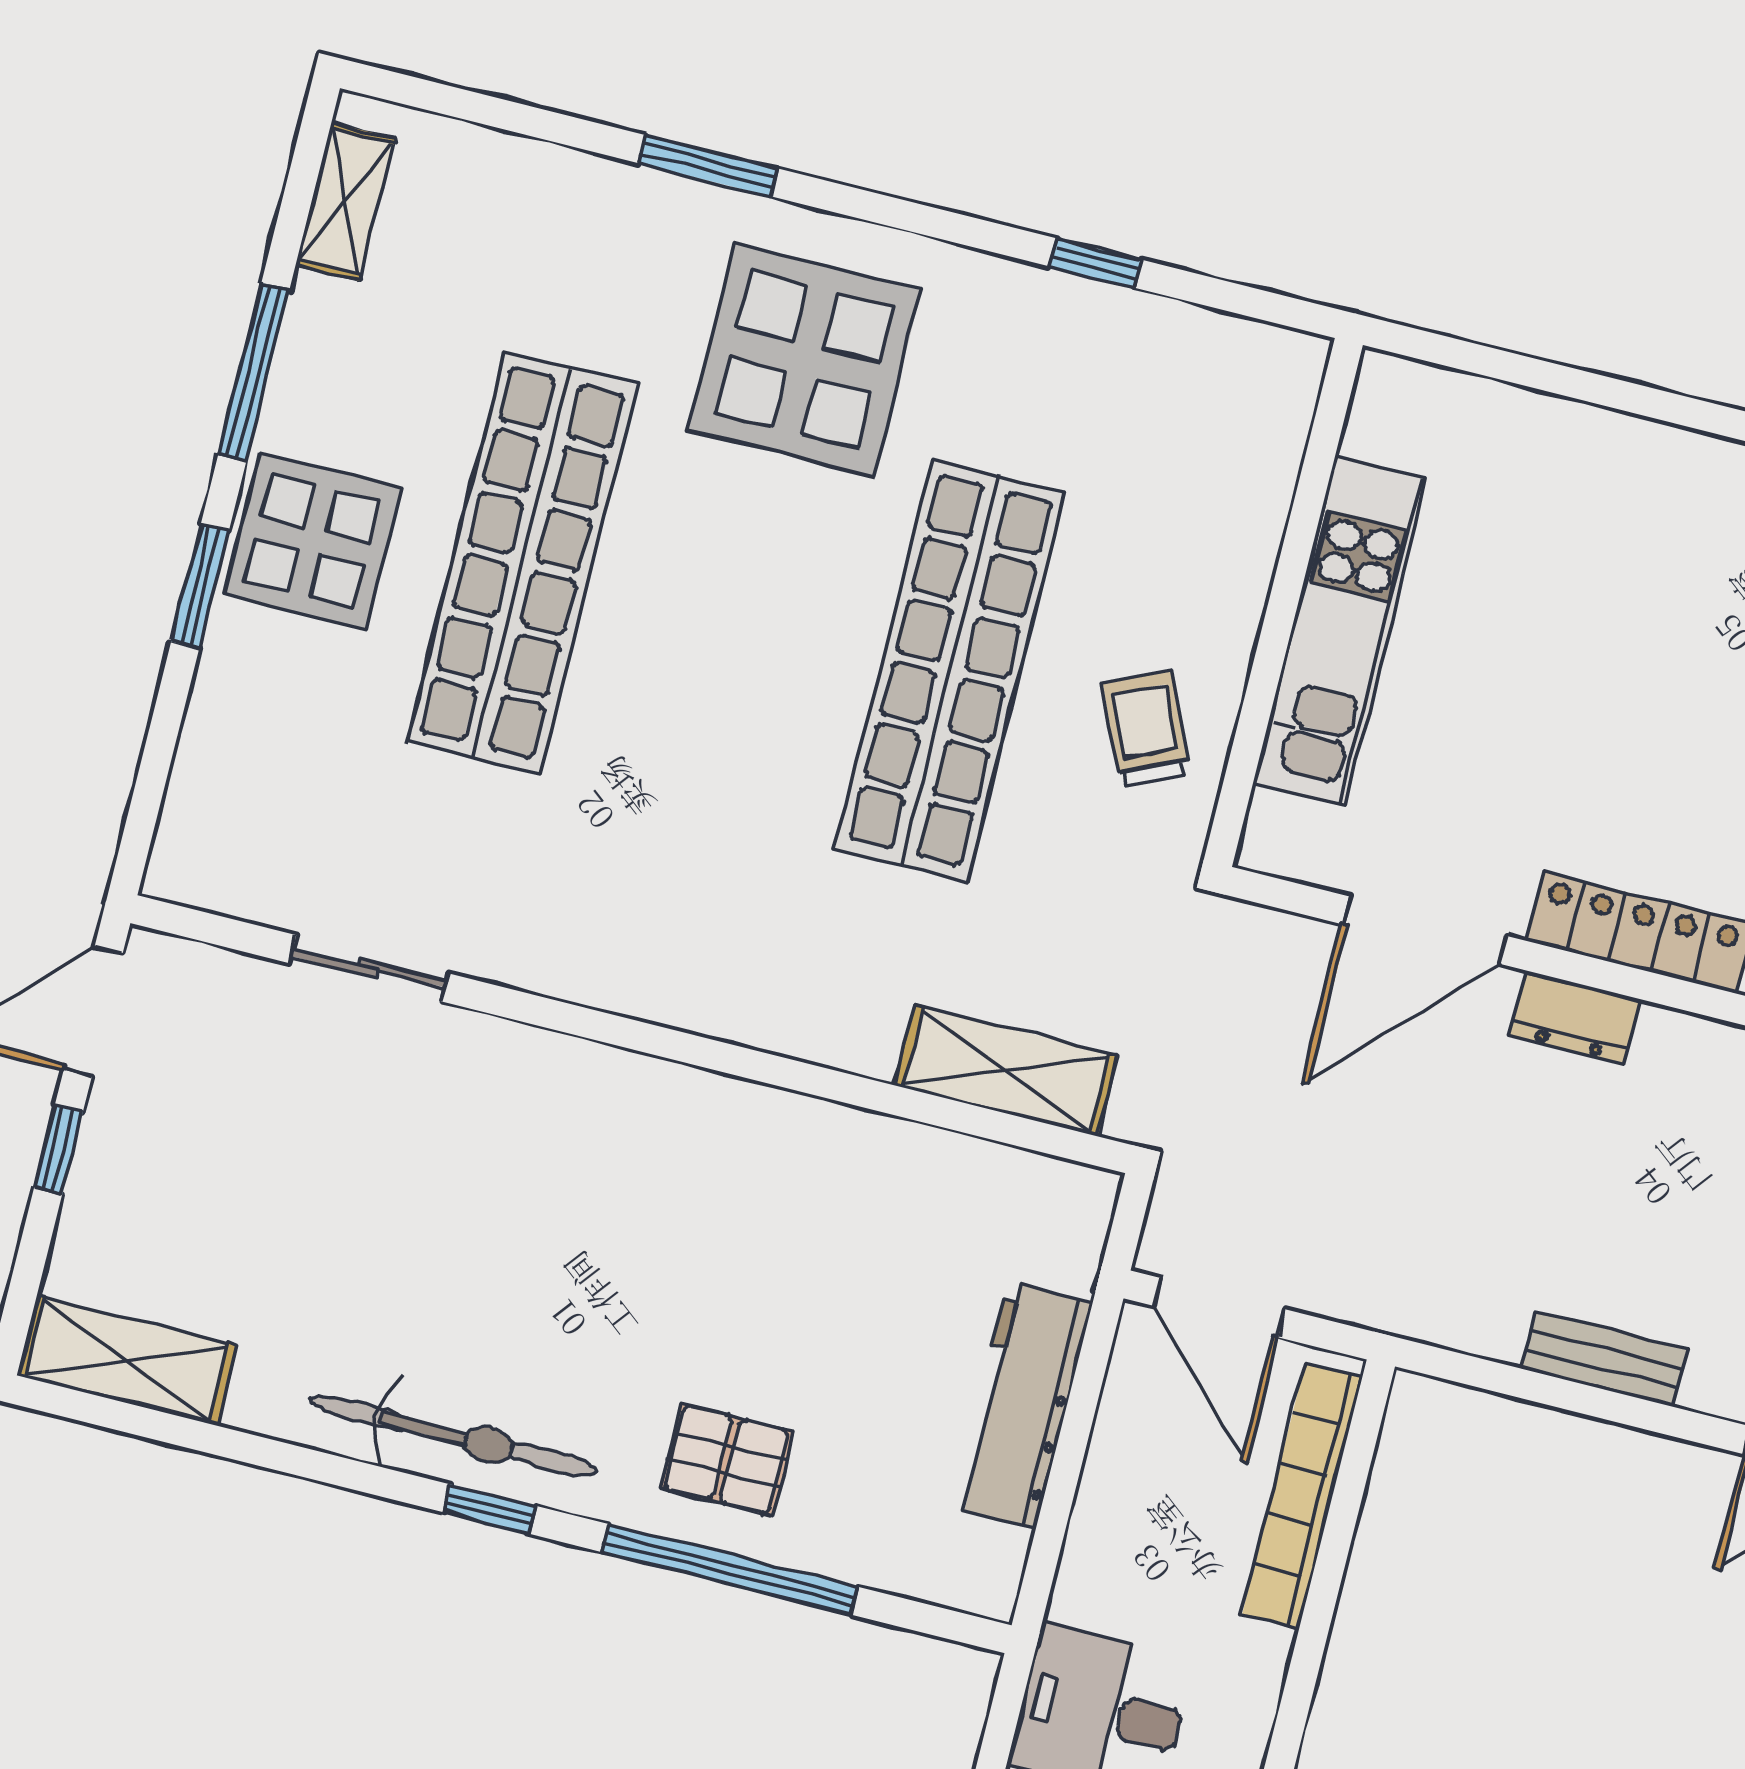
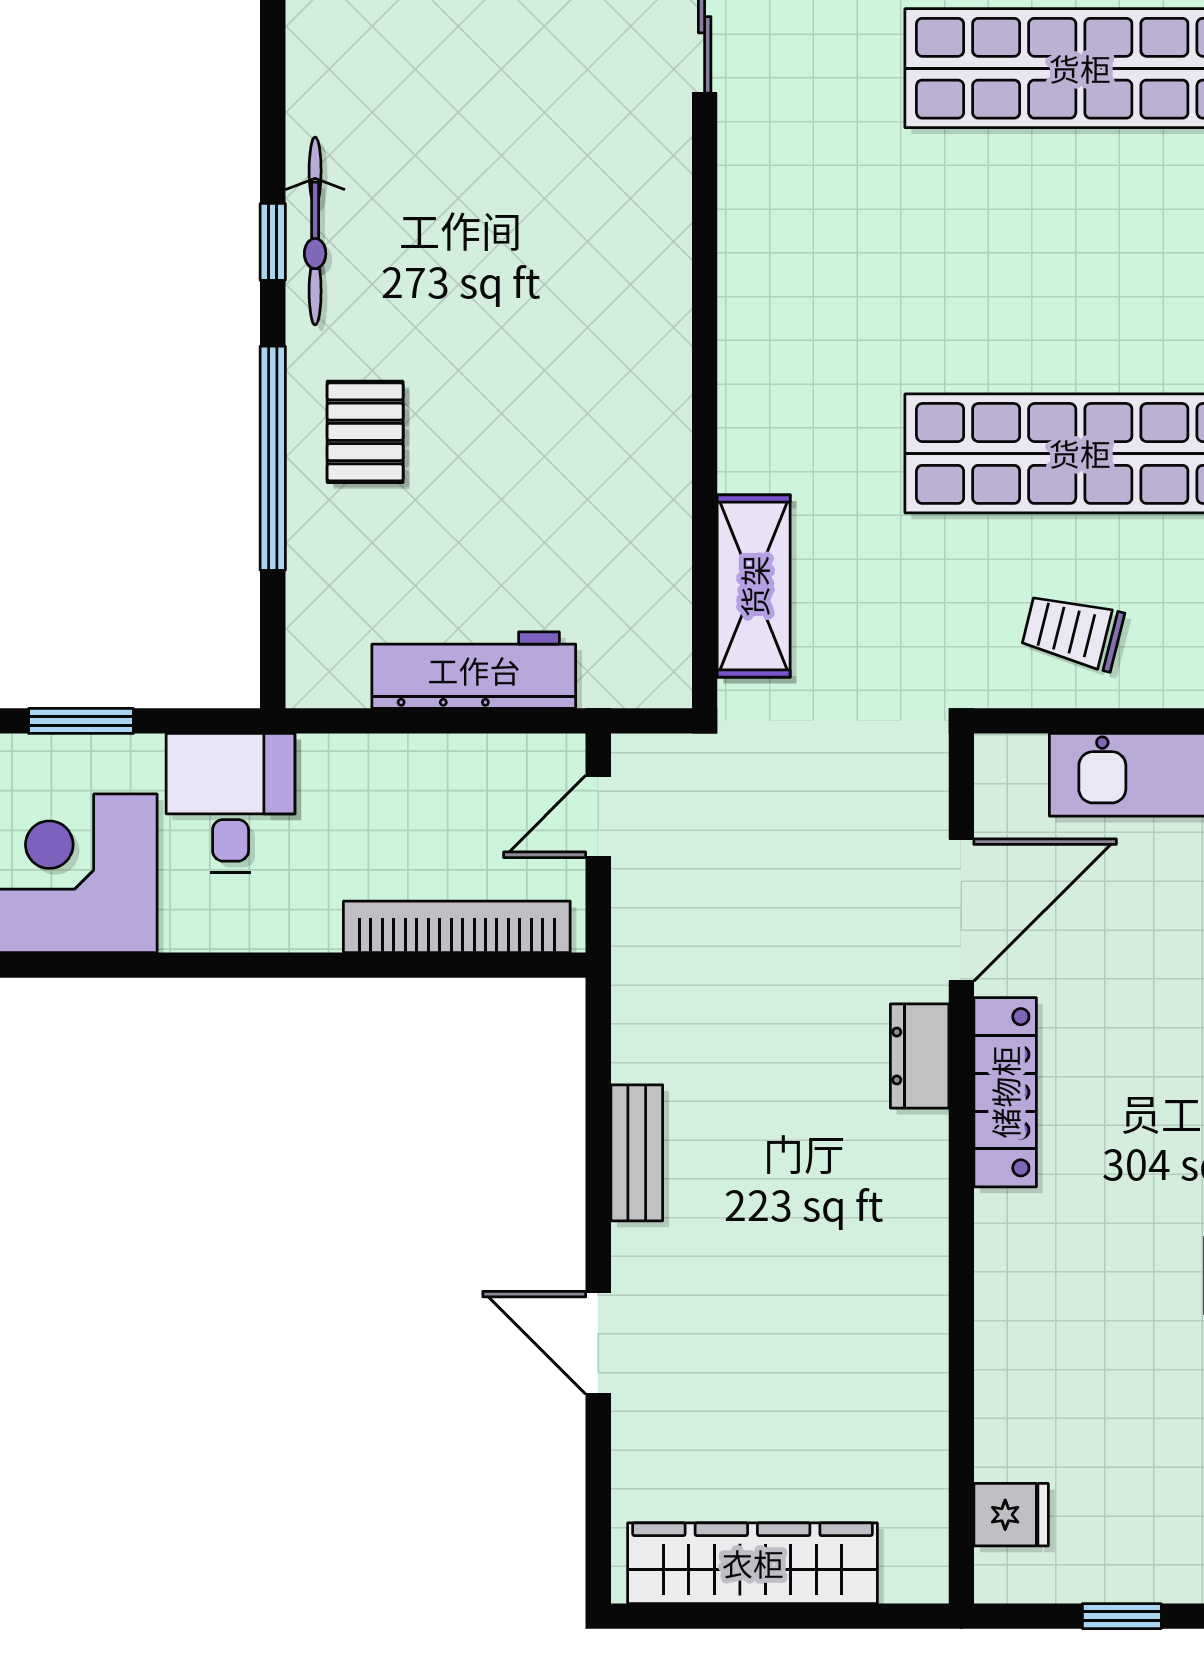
trolley: (1146, 729) -> (1073, 632), turned -142
door: (1425, 930) -> (961, 910), swing flipped
door: (1219, 1308) -> (598, 816), width x0.73
bicycle: (454, 1436) -> (315, 231), width x0.73, depth x0.71

